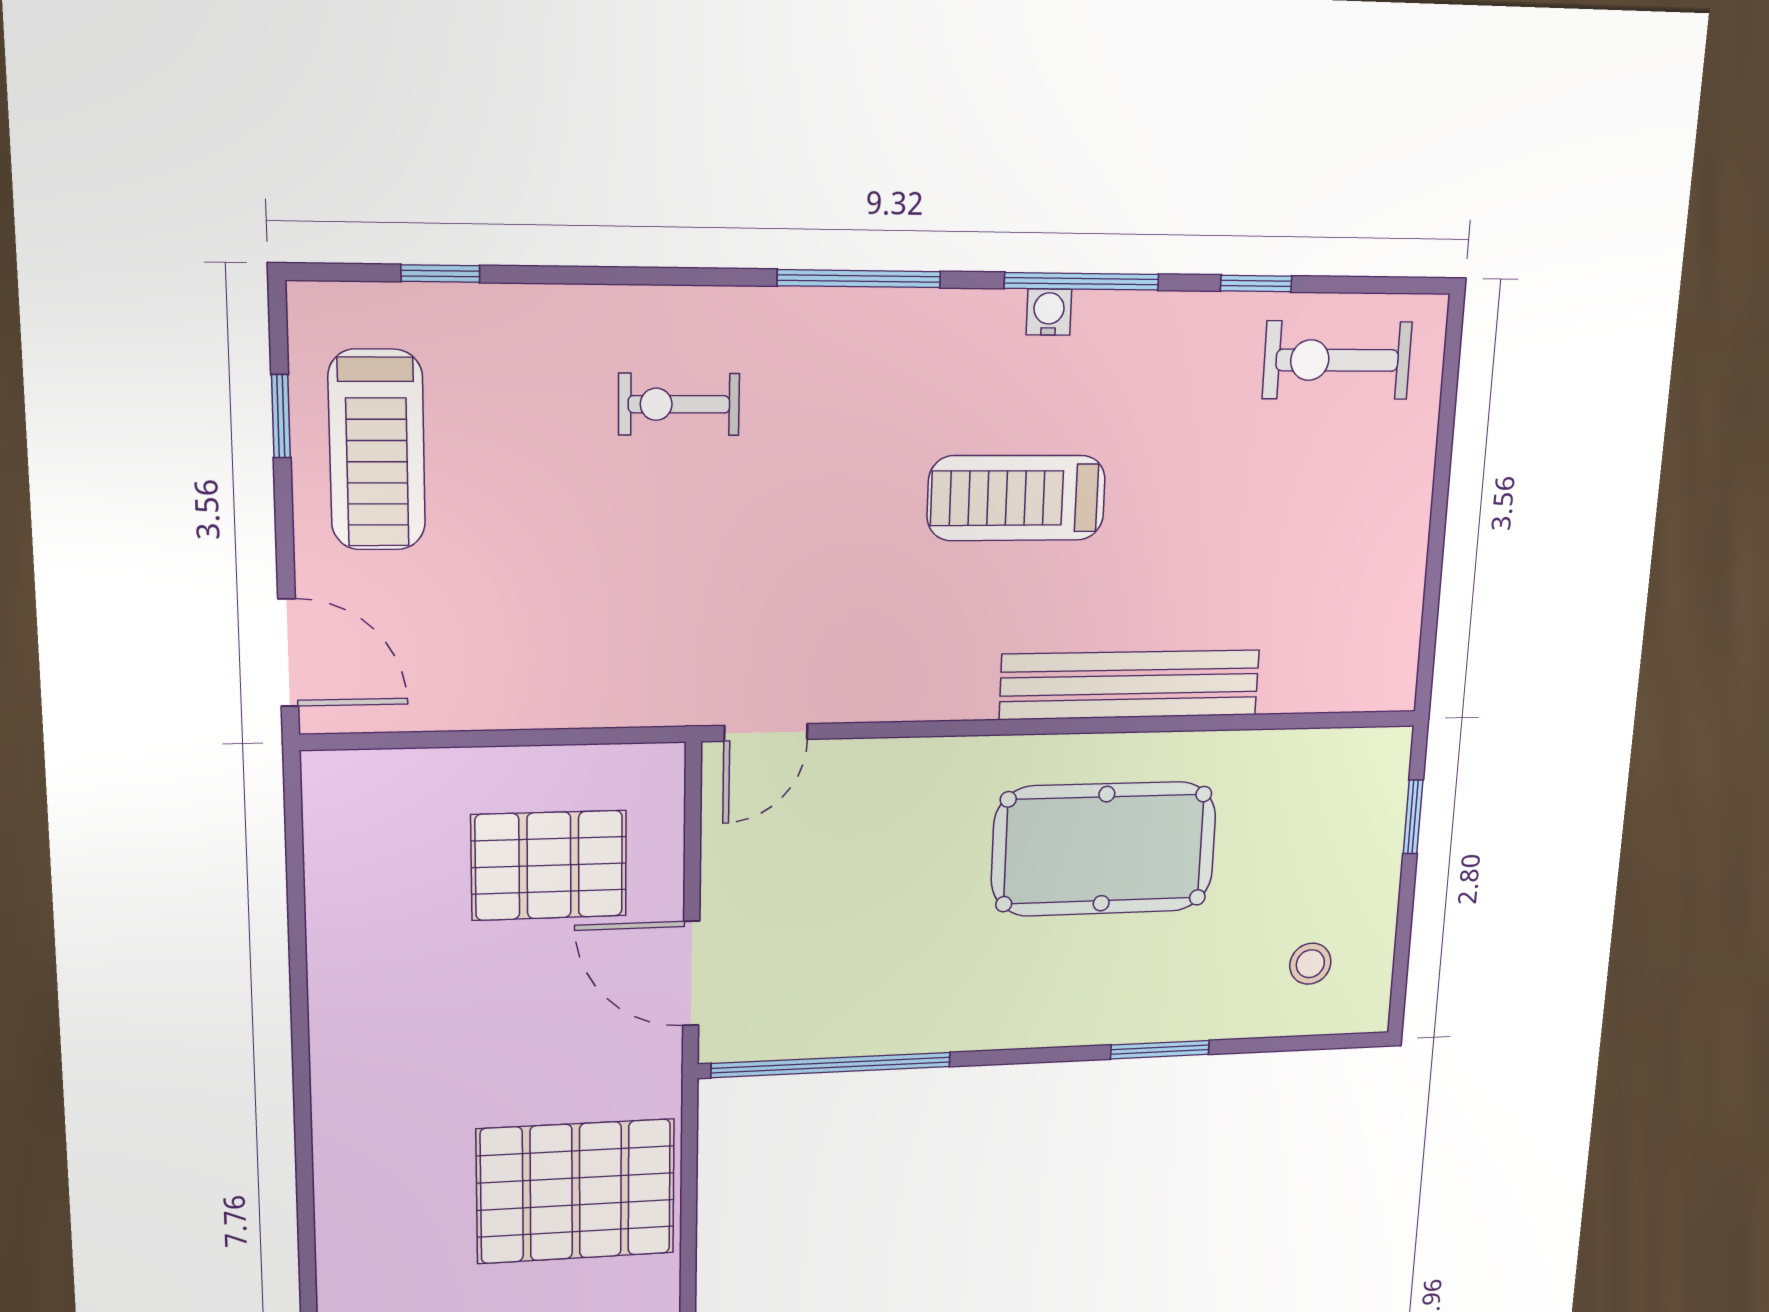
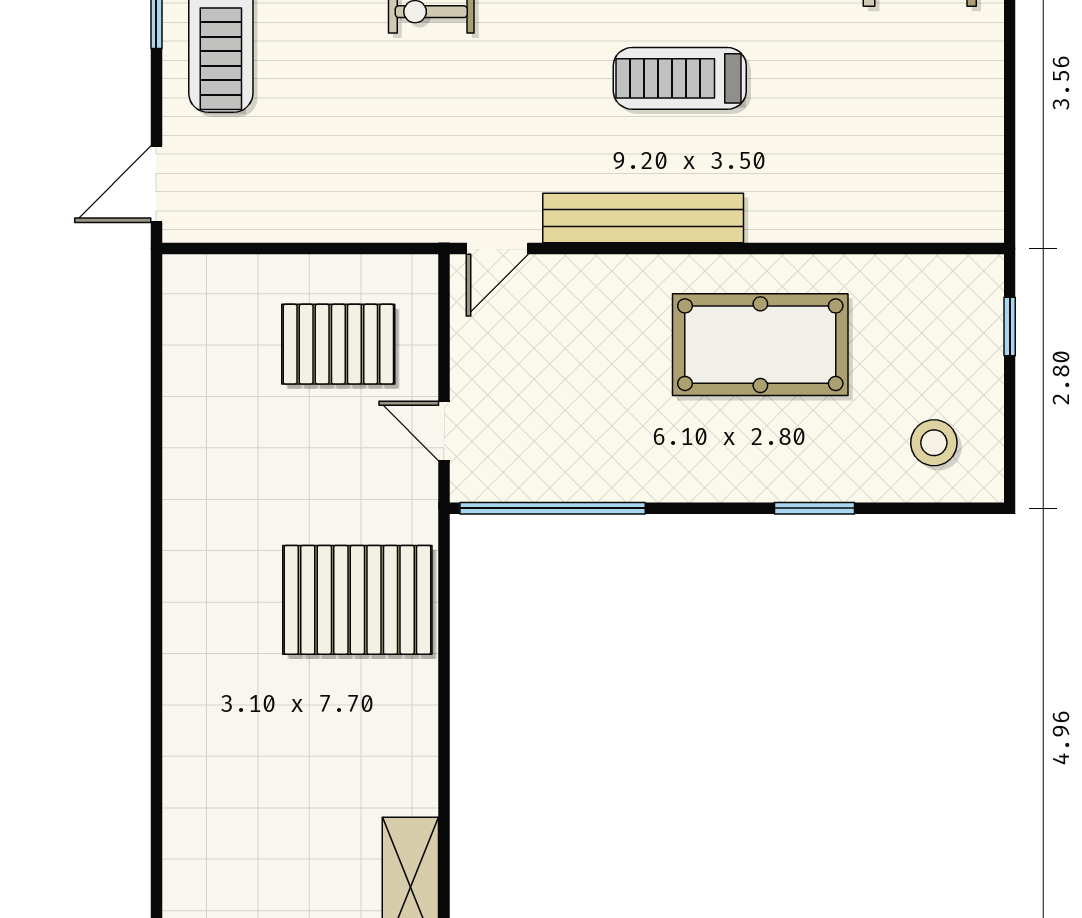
door: (288, 653) -> (156, 184), swing flipped
bench: (1130, 685) -> (643, 218), moved
stool: (1310, 964) -> (934, 443), width x1.37, depth x1.37
door: (691, 973) -> (444, 431), width x0.73

